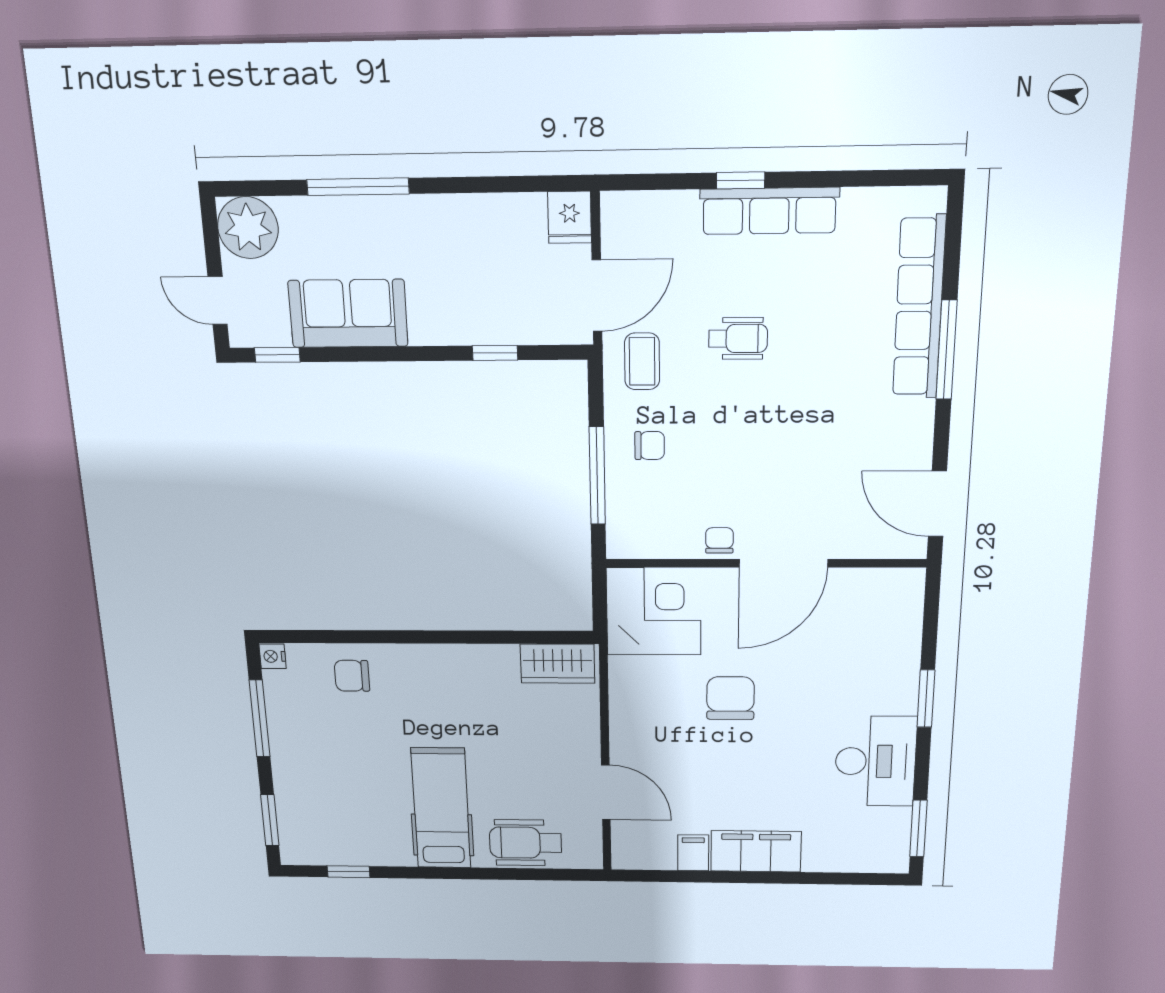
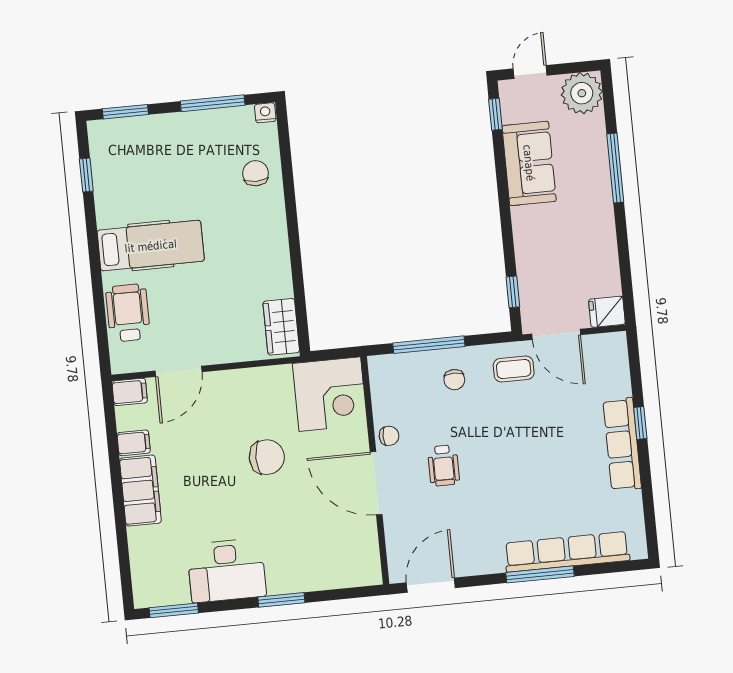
wheelchair: (738, 339) -> (444, 466), moved
window: (495, 353) -> (513, 292), moved
filing cabinet: (627, 851) -> (130, 392), added

